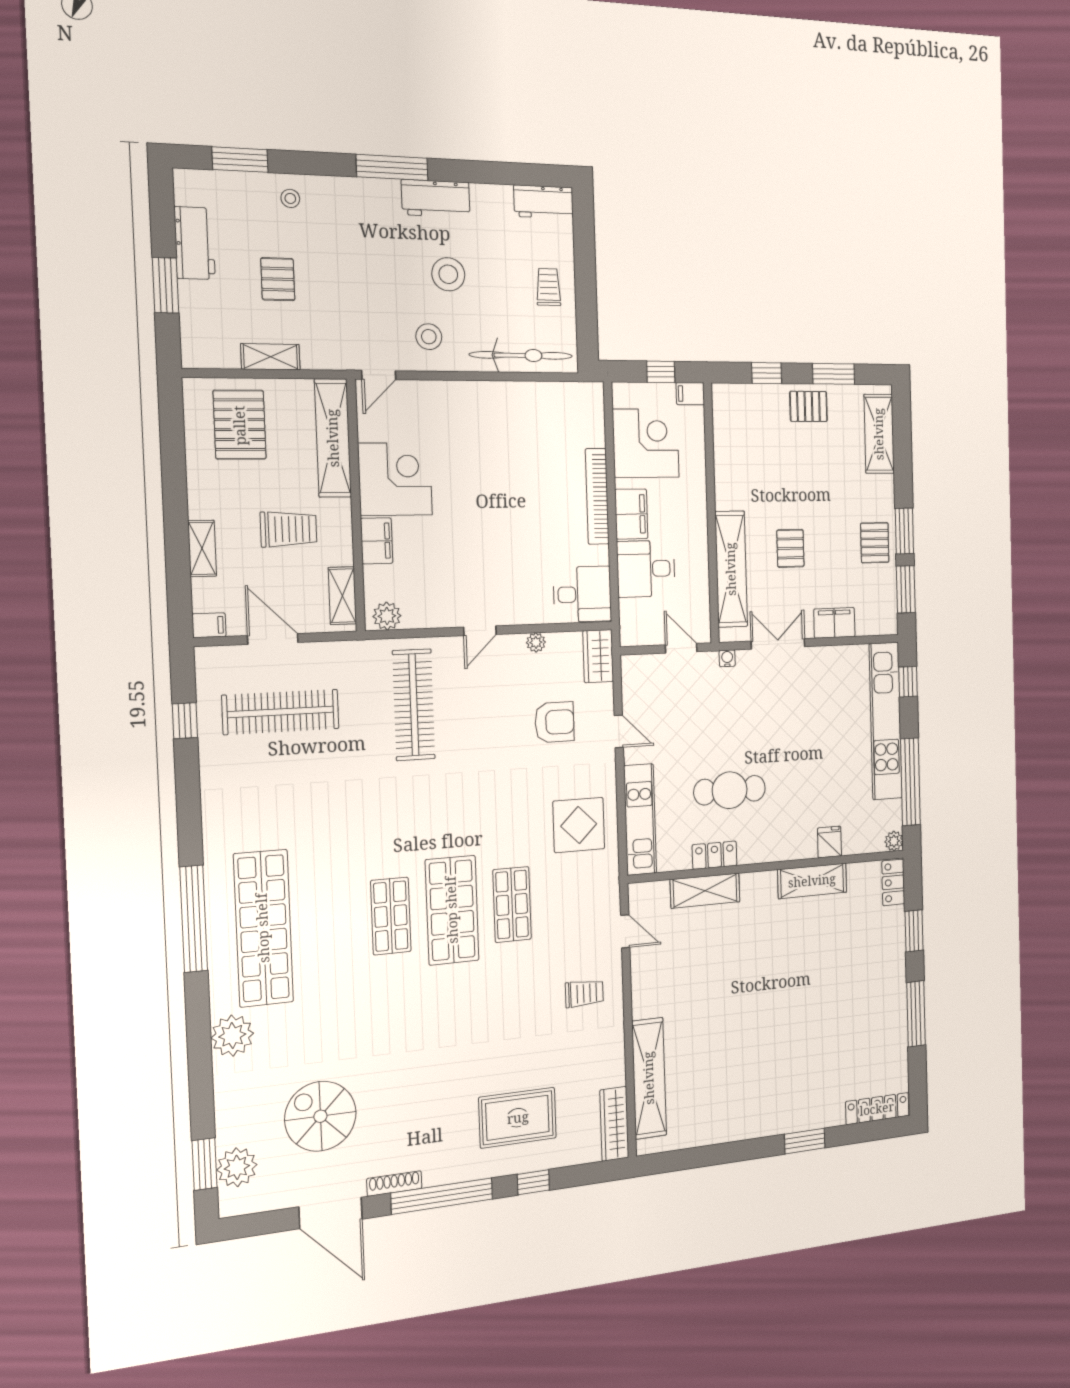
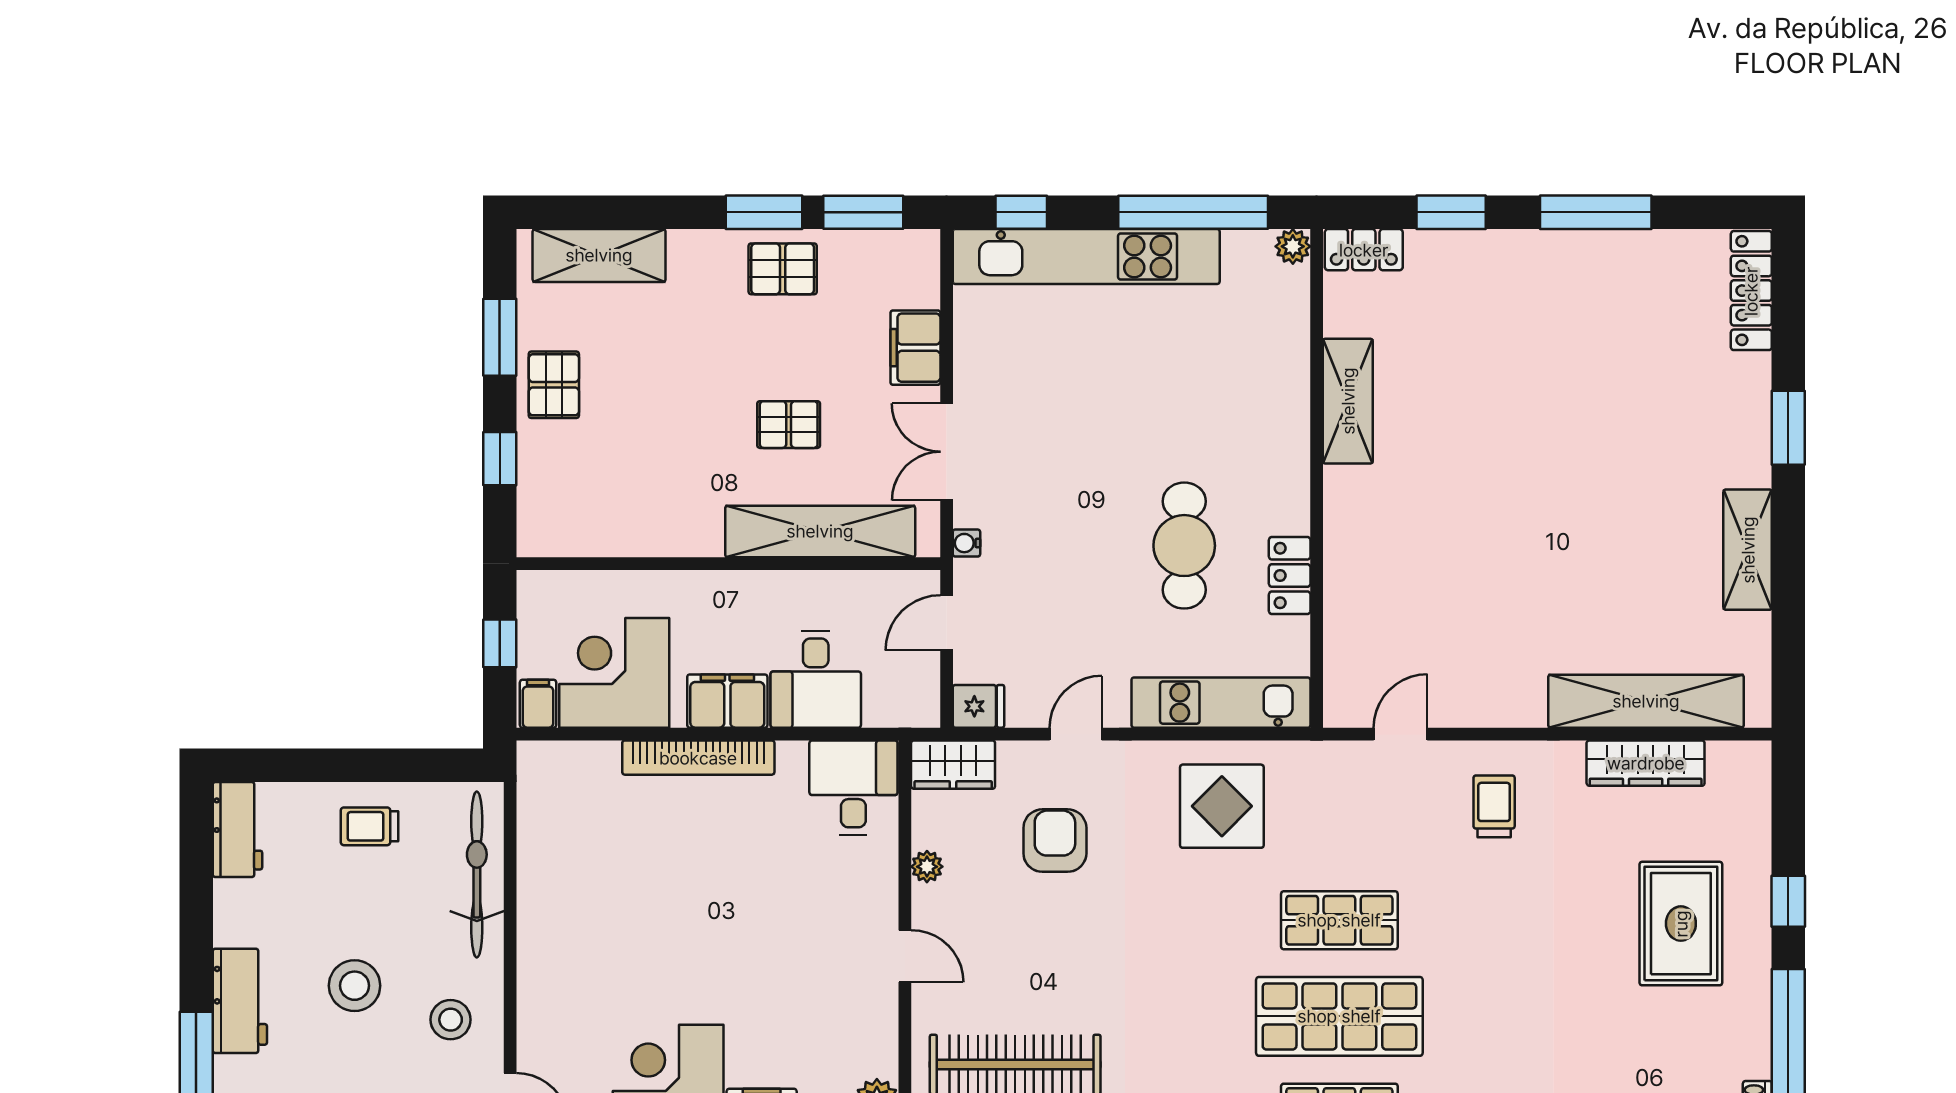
filing cabinet: (690, 394) -> (538, 704), moved, turned 180
fridge: (829, 842) -> (978, 706), moved, turned 180
shelving: (705, 891) -> (1748, 550), moved
wardrobe: (614, 1124) -> (1646, 763), moved

